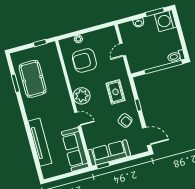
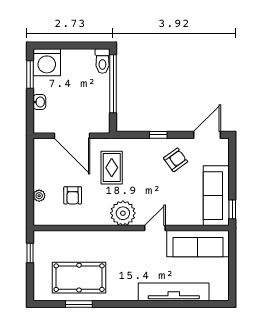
door: (123, 50) -> (72, 136), width x1.88
armchair: (84, 60) -> (73, 195), width x0.53, depth x0.53
rug: (115, 92) -> (112, 168), moved, turned 90

